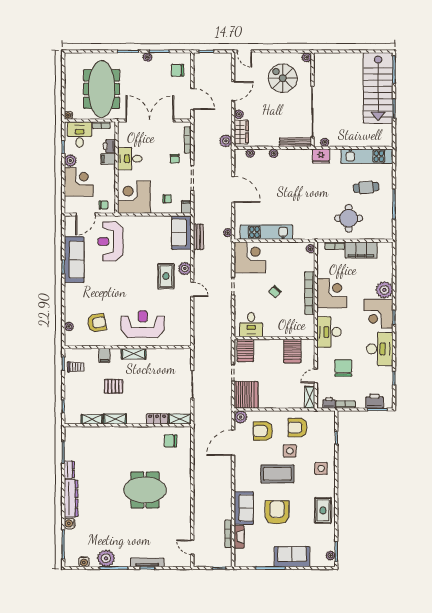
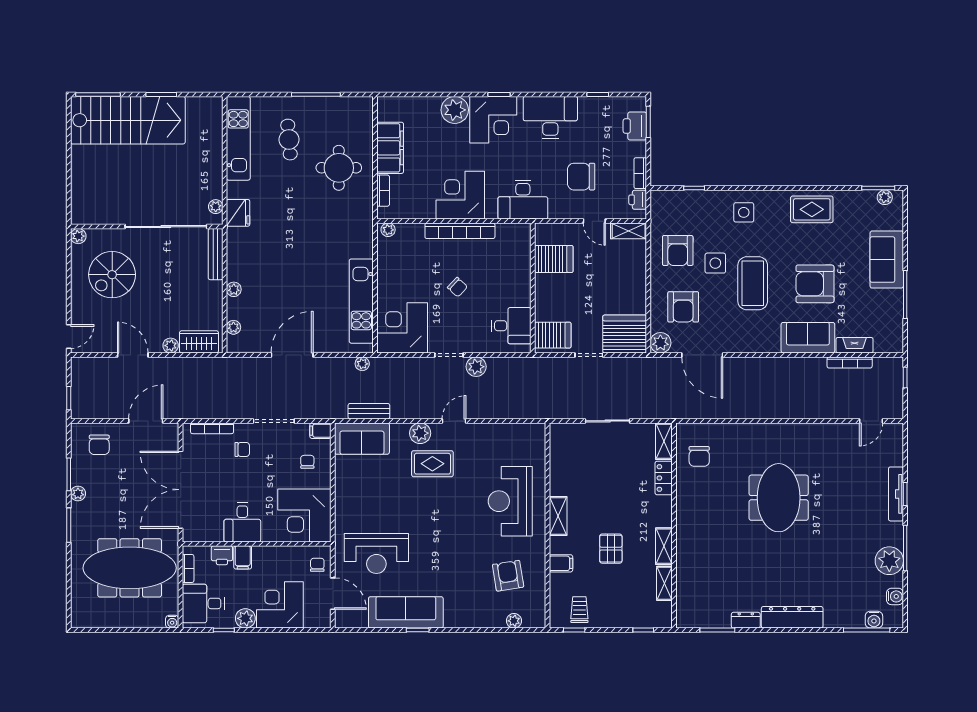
plant: (226, 141) -> (476, 367), moved
water cooler: (70, 523) -> (874, 620), moved

